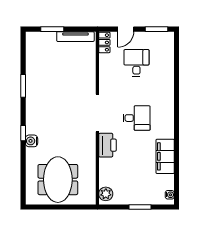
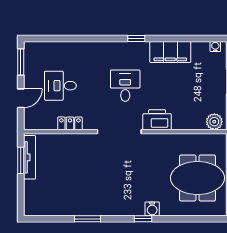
window: (52, 29) -> (21, 160), moved
door: (126, 29) -> (21, 98), hinge flipped
locker: (104, 42) -> (70, 123), moved
window: (177, 127) -> (136, 39), added

